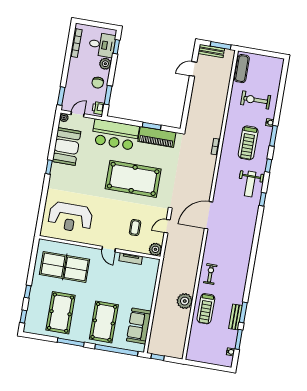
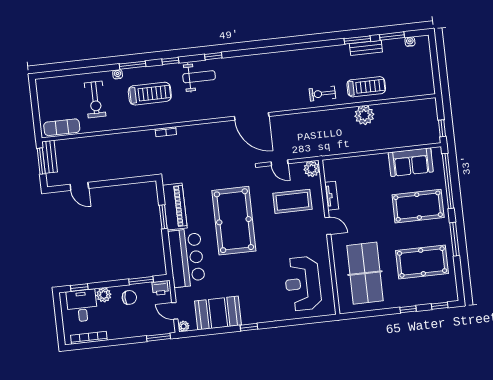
bench: (211, 51) -> (50, 157), moved
reception desk: (70, 217) -> (303, 284), turned 180
coffee table: (135, 228) -> (292, 201), width x1.86, depth x1.72
door: (109, 249) -> (328, 226), hinge flipped

